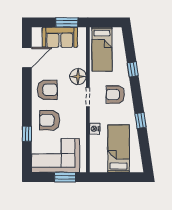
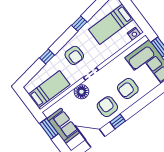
armchair: (50, 120) -> (128, 88), turned 90
nightstand: (95, 129) -> (134, 34), moved
window: (27, 134) -> (118, 121), moved

